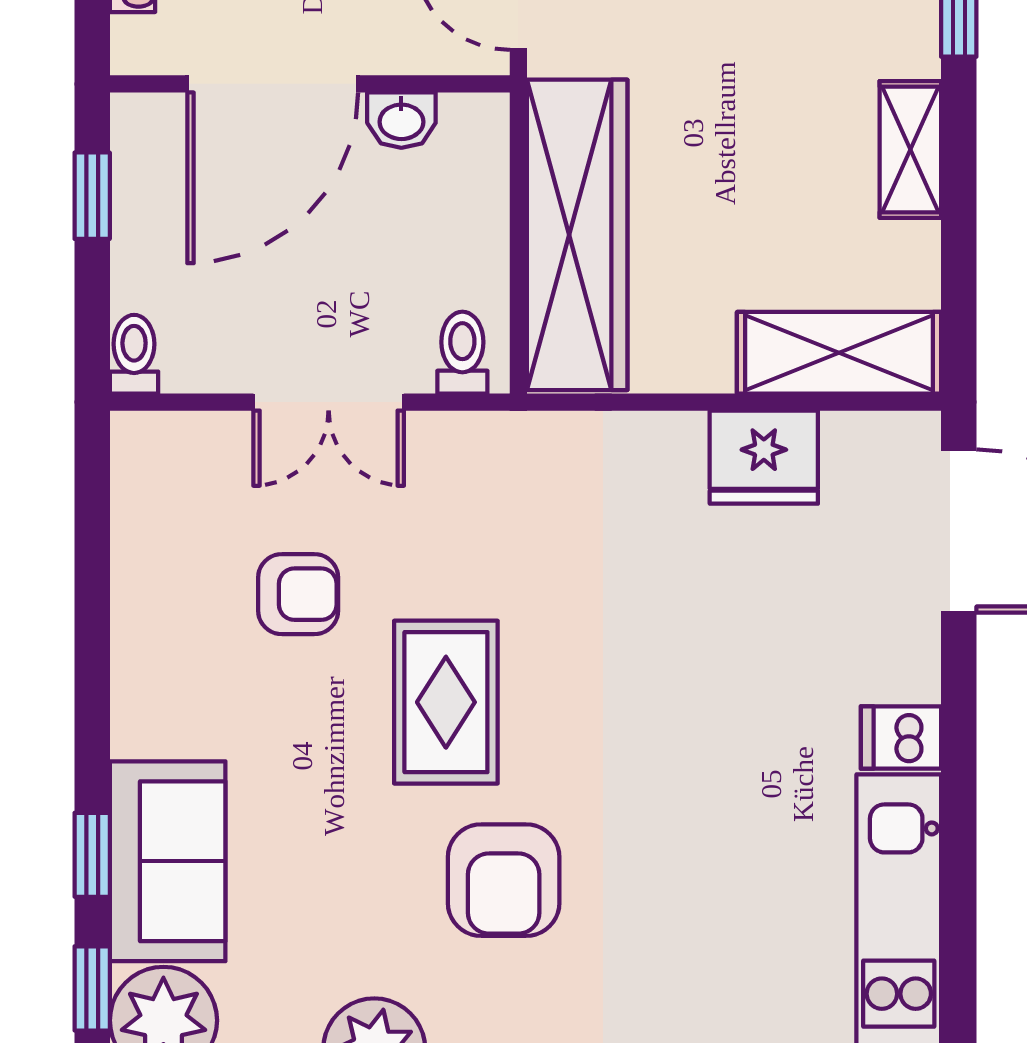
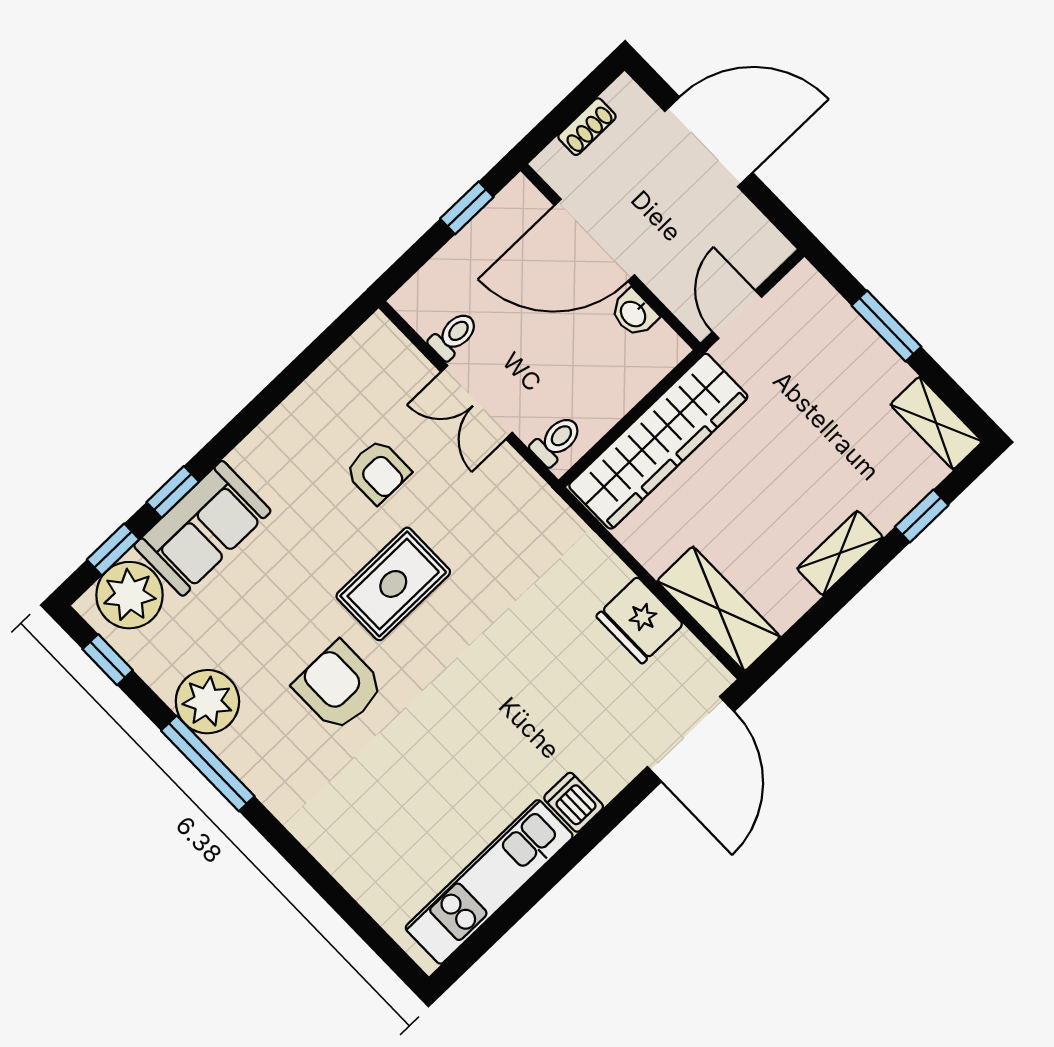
toilet: (134, 354) -> (454, 336), moved
armchair: (504, 880) -> (339, 686), turned 90

